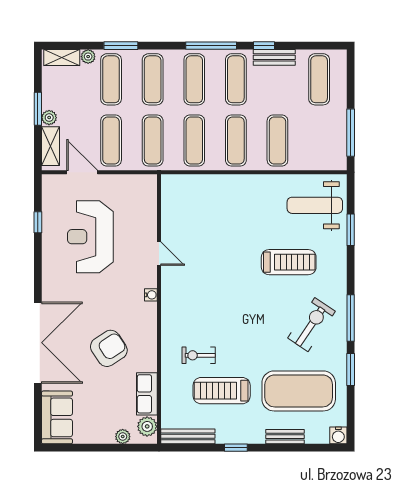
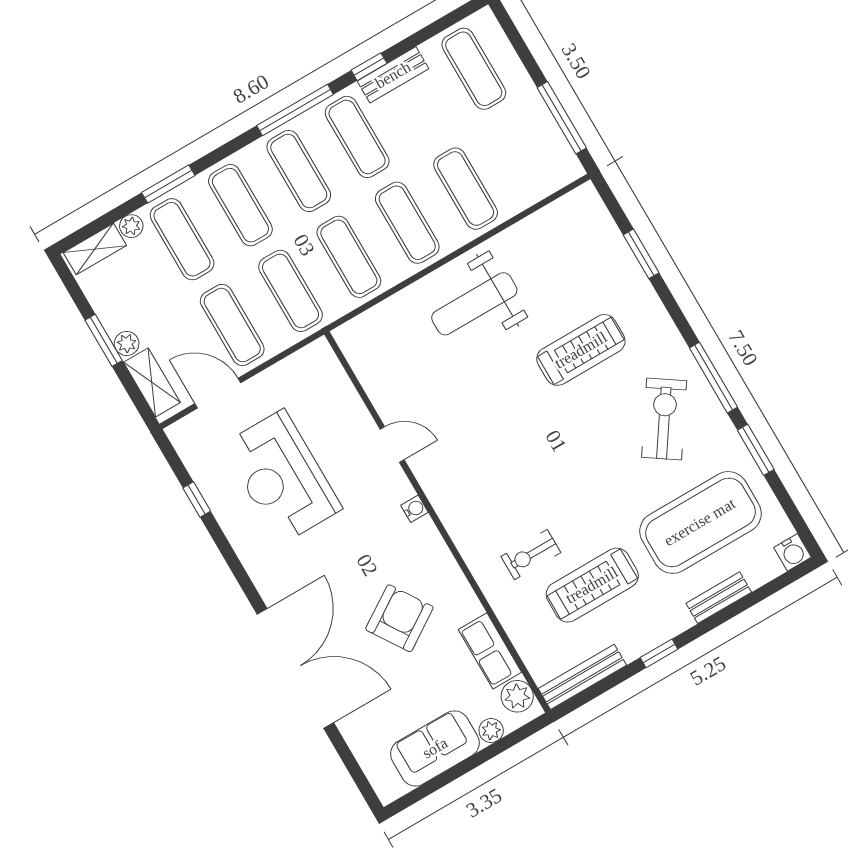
weight bench: (315, 205) -> (474, 304), moved
sofa: (57, 417) -> (435, 748), moved, turned -90

